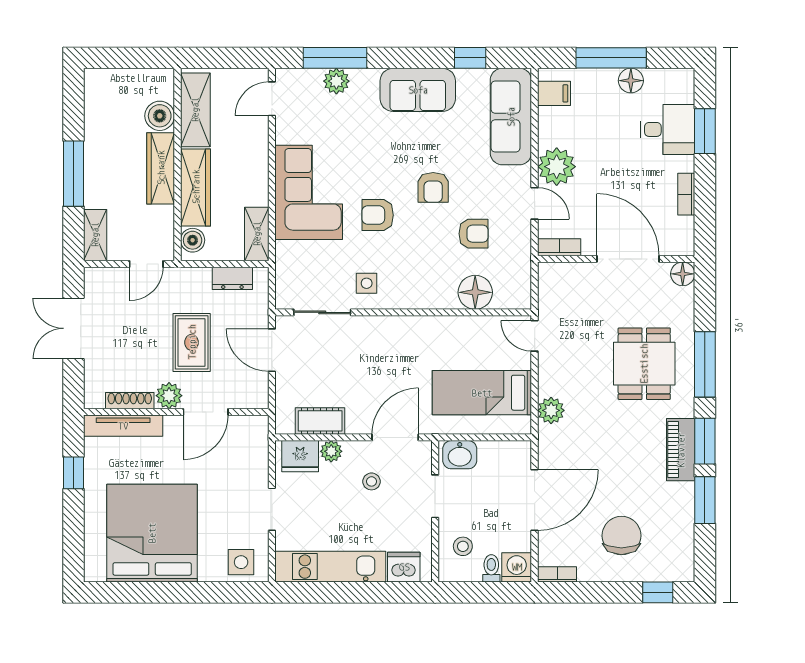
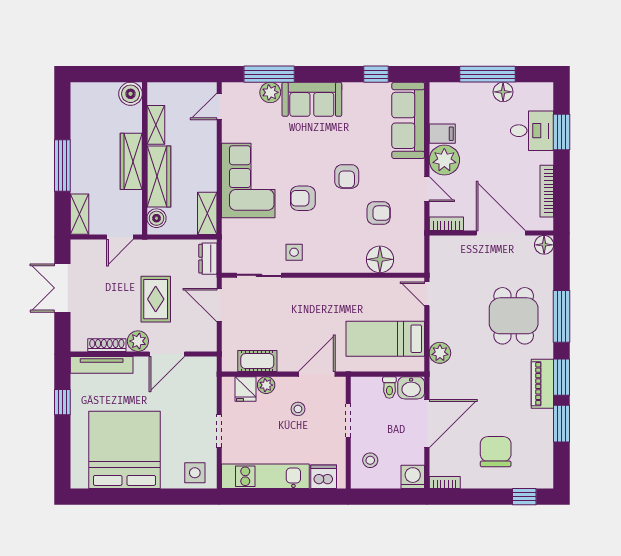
sofa: (418, 90) -> (312, 99), moved
filing cabinet: (554, 93) -> (442, 134), moved
shelving: (195, 110) -> (156, 125), width x0.67, depth x0.75
boiler: (160, 116) -> (131, 94), moved
bookcase: (686, 194) -> (547, 191), width x1.56
dresser: (232, 278) -> (208, 259), moved, turned 90
washbasin: (460, 455) -> (411, 388), moved
fridge: (300, 456) -> (245, 389), width x0.72
toilet: (491, 568) -> (389, 387), moved, turned 180

